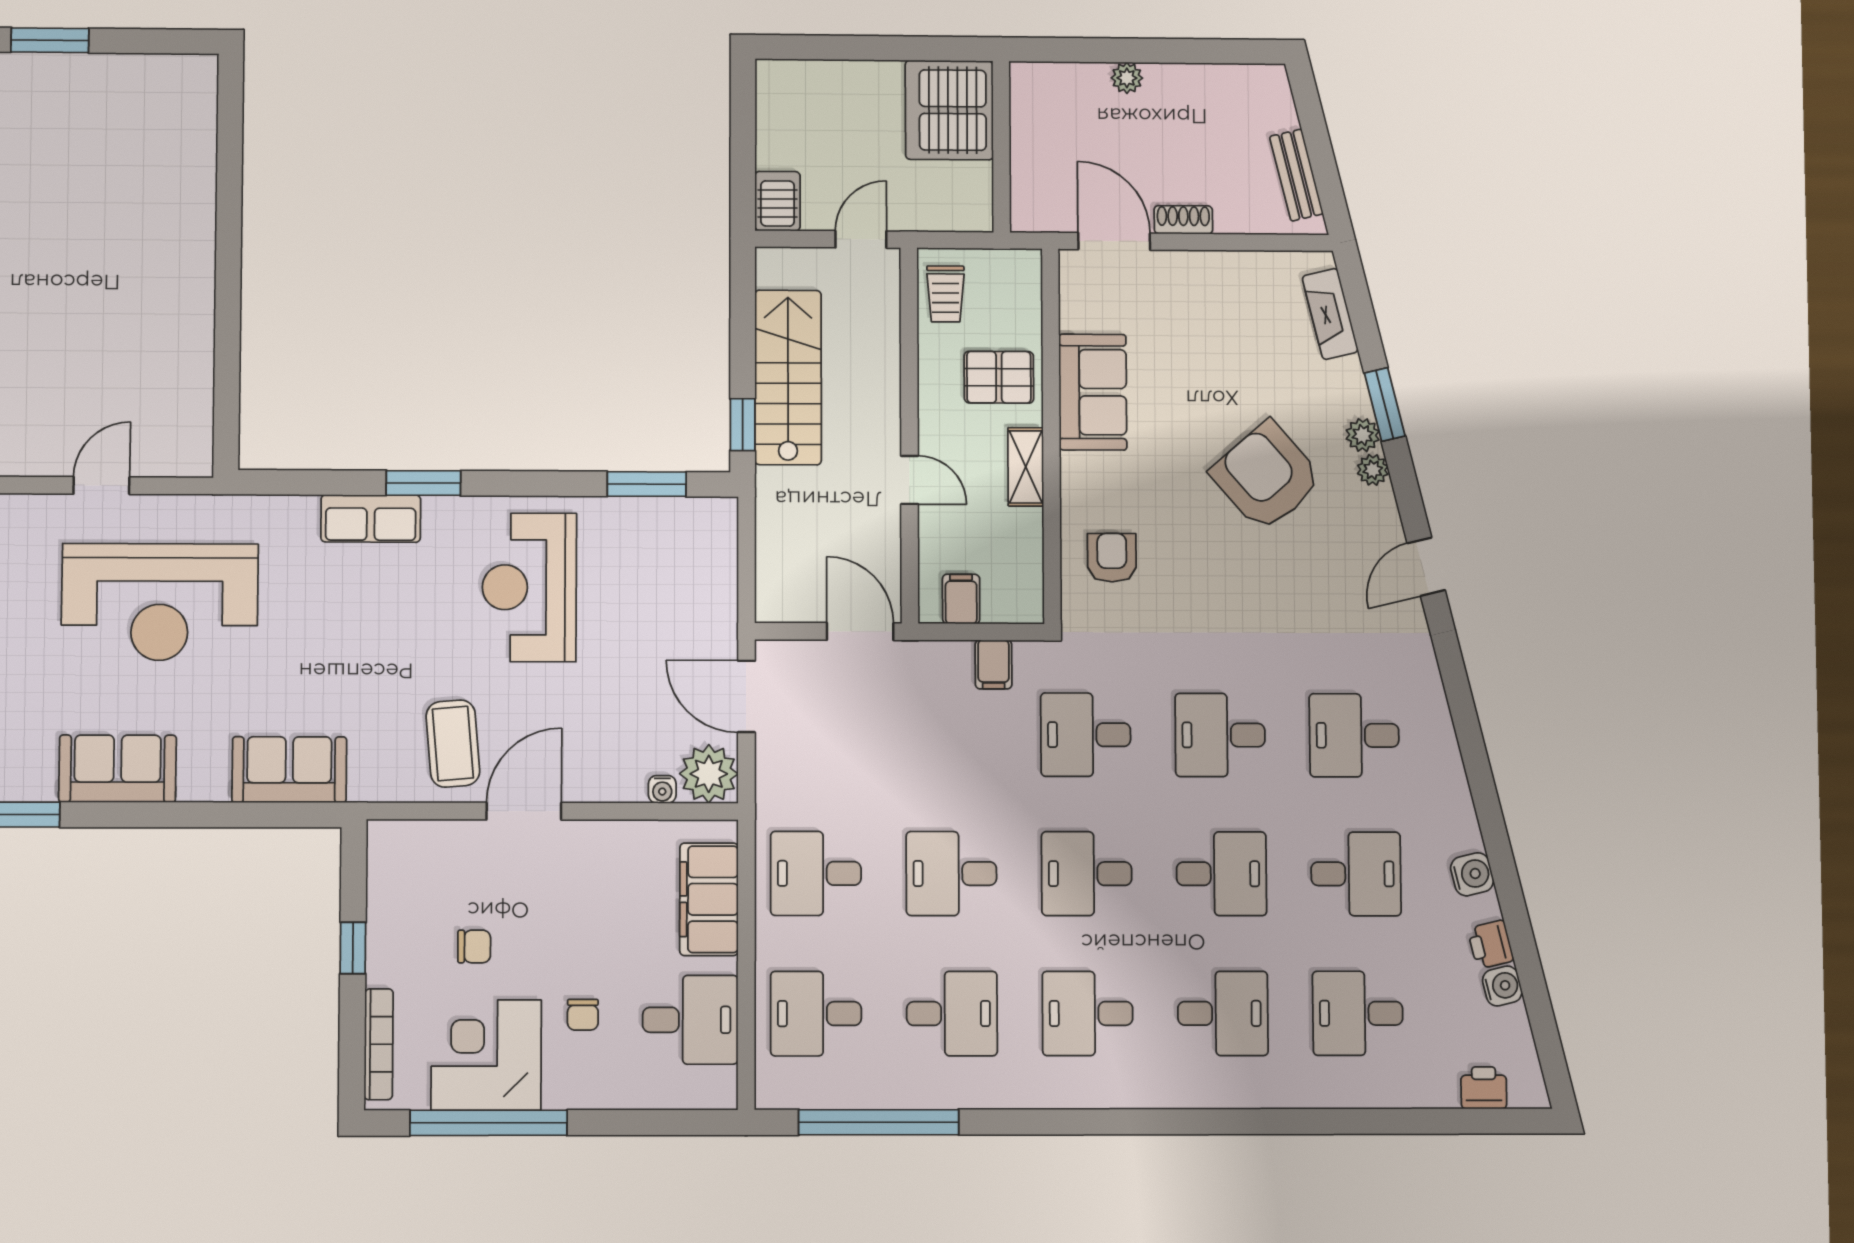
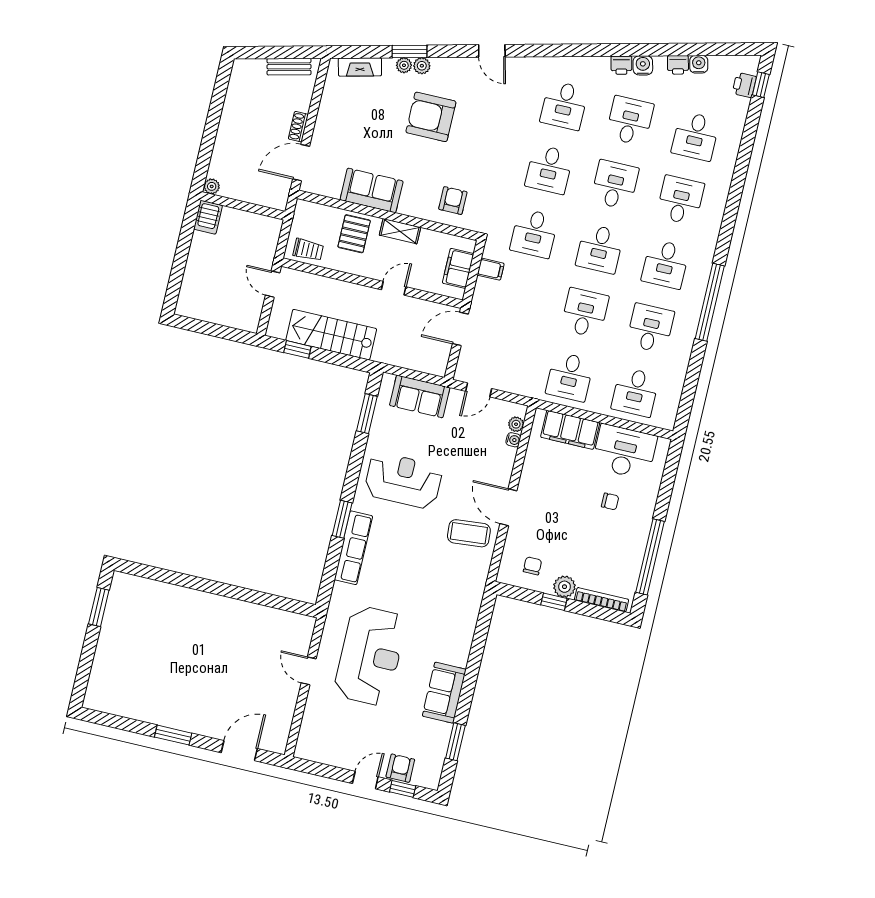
window: (50, 40) -> (99, 607), moved
plant: (1127, 78) -> (212, 186), moved
server rack: (949, 110) -> (208, 217), width x0.46, depth x0.70
server rack: (778, 201) -> (245, 320), removed
window: (743, 425) -> (297, 349), moved
plant: (1373, 470) -> (404, 65), moved
armchair: (1266, 476) -> (431, 117), turned 41
row of seats: (371, 519) -> (353, 548), width x1.48
armchair: (1112, 558) -> (453, 201), turned 90
reception desk: (529, 587) -> (403, 481), turned 180
filing cabinet: (961, 599) -> (458, 268), width x2.00
door: (746, 696) -> (479, 390), width x0.73
sofa: (289, 770) -> (420, 396), moved, turned -90
plant: (709, 774) -> (516, 424), width x0.53, depth x0.53
printer: (1462, 831) -> (621, 65), added
desk: (951, 874) -> (585, 313), turned 180
chair: (474, 946) -> (532, 566), moved
plant: (388, 962) -> (564, 587), added
desk: (690, 1020) -> (624, 452), width x1.37
corner desk: (486, 1055) -> (618, 551), removed
window: (1493, 1121) -> (761, 85), added
window: (879, 1122) -> (710, 302), moved

